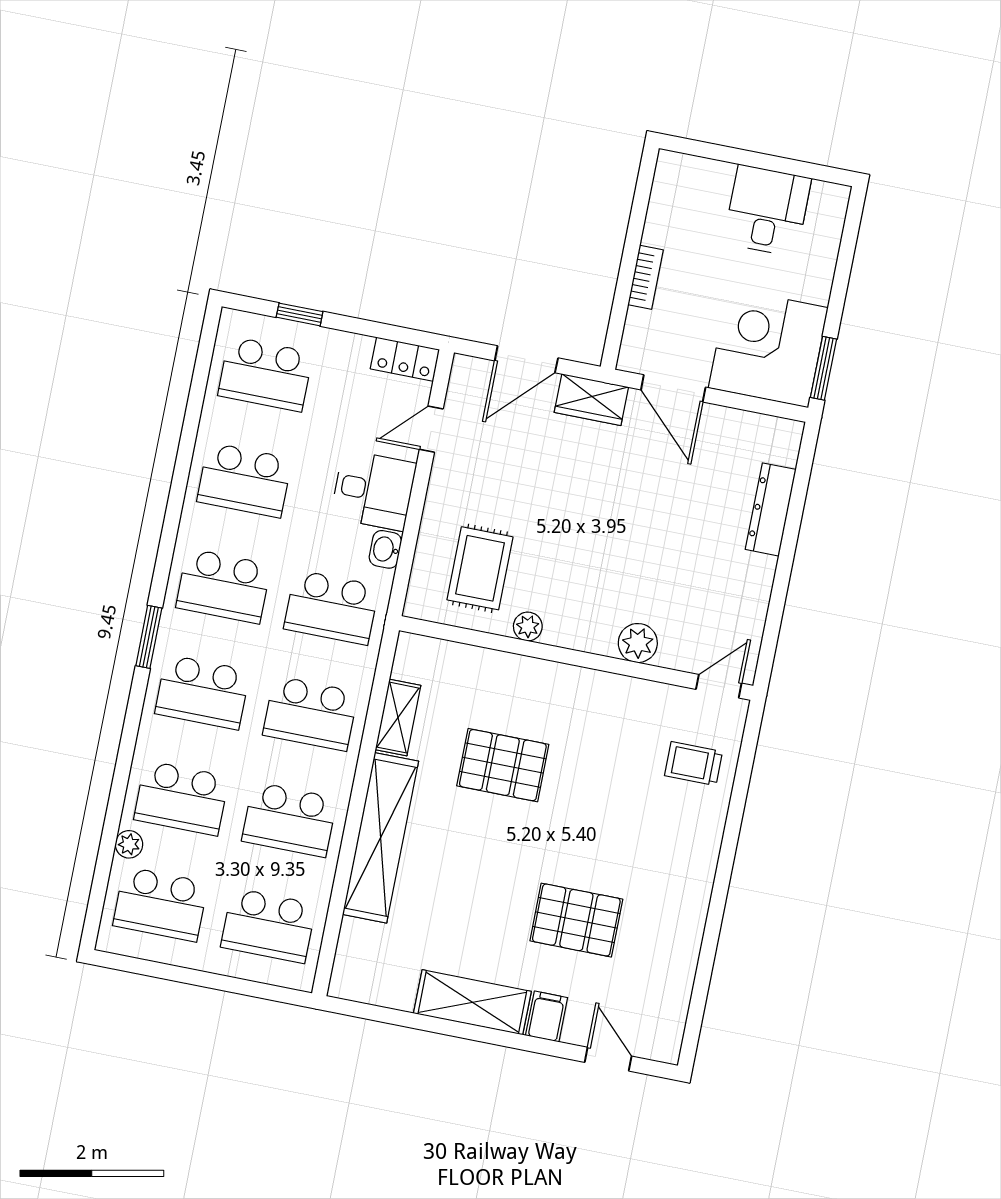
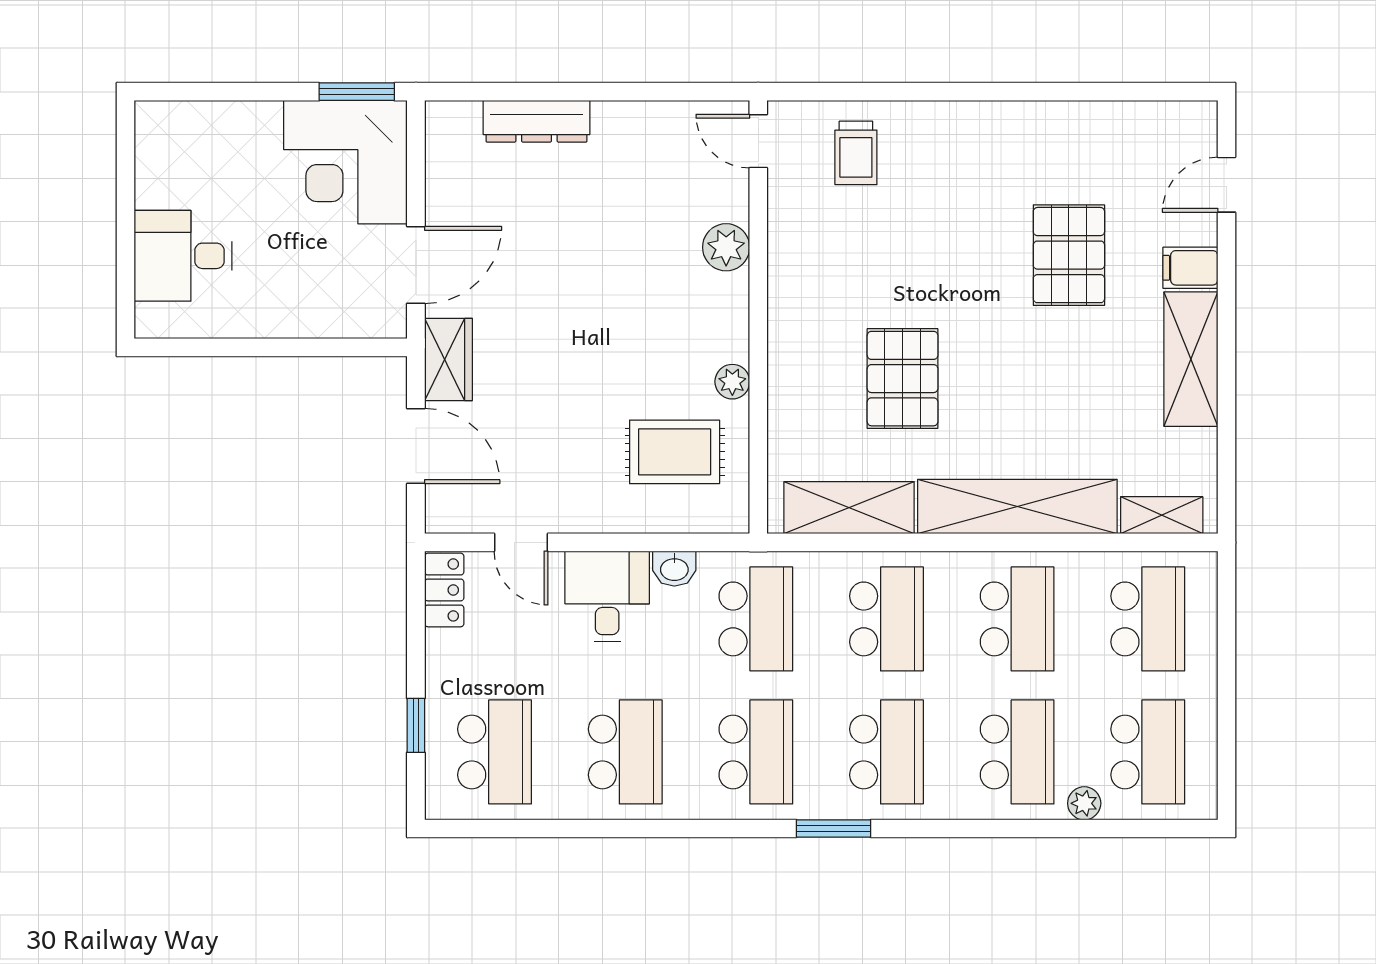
desk: (767, 211) -> (183, 256), moved
bookcase: (646, 277) -> (291, 324), removed
shelving: (398, 718) -> (849, 508), width x1.50, depth x1.33
shelving: (350, 954) -> (1162, 515), added

